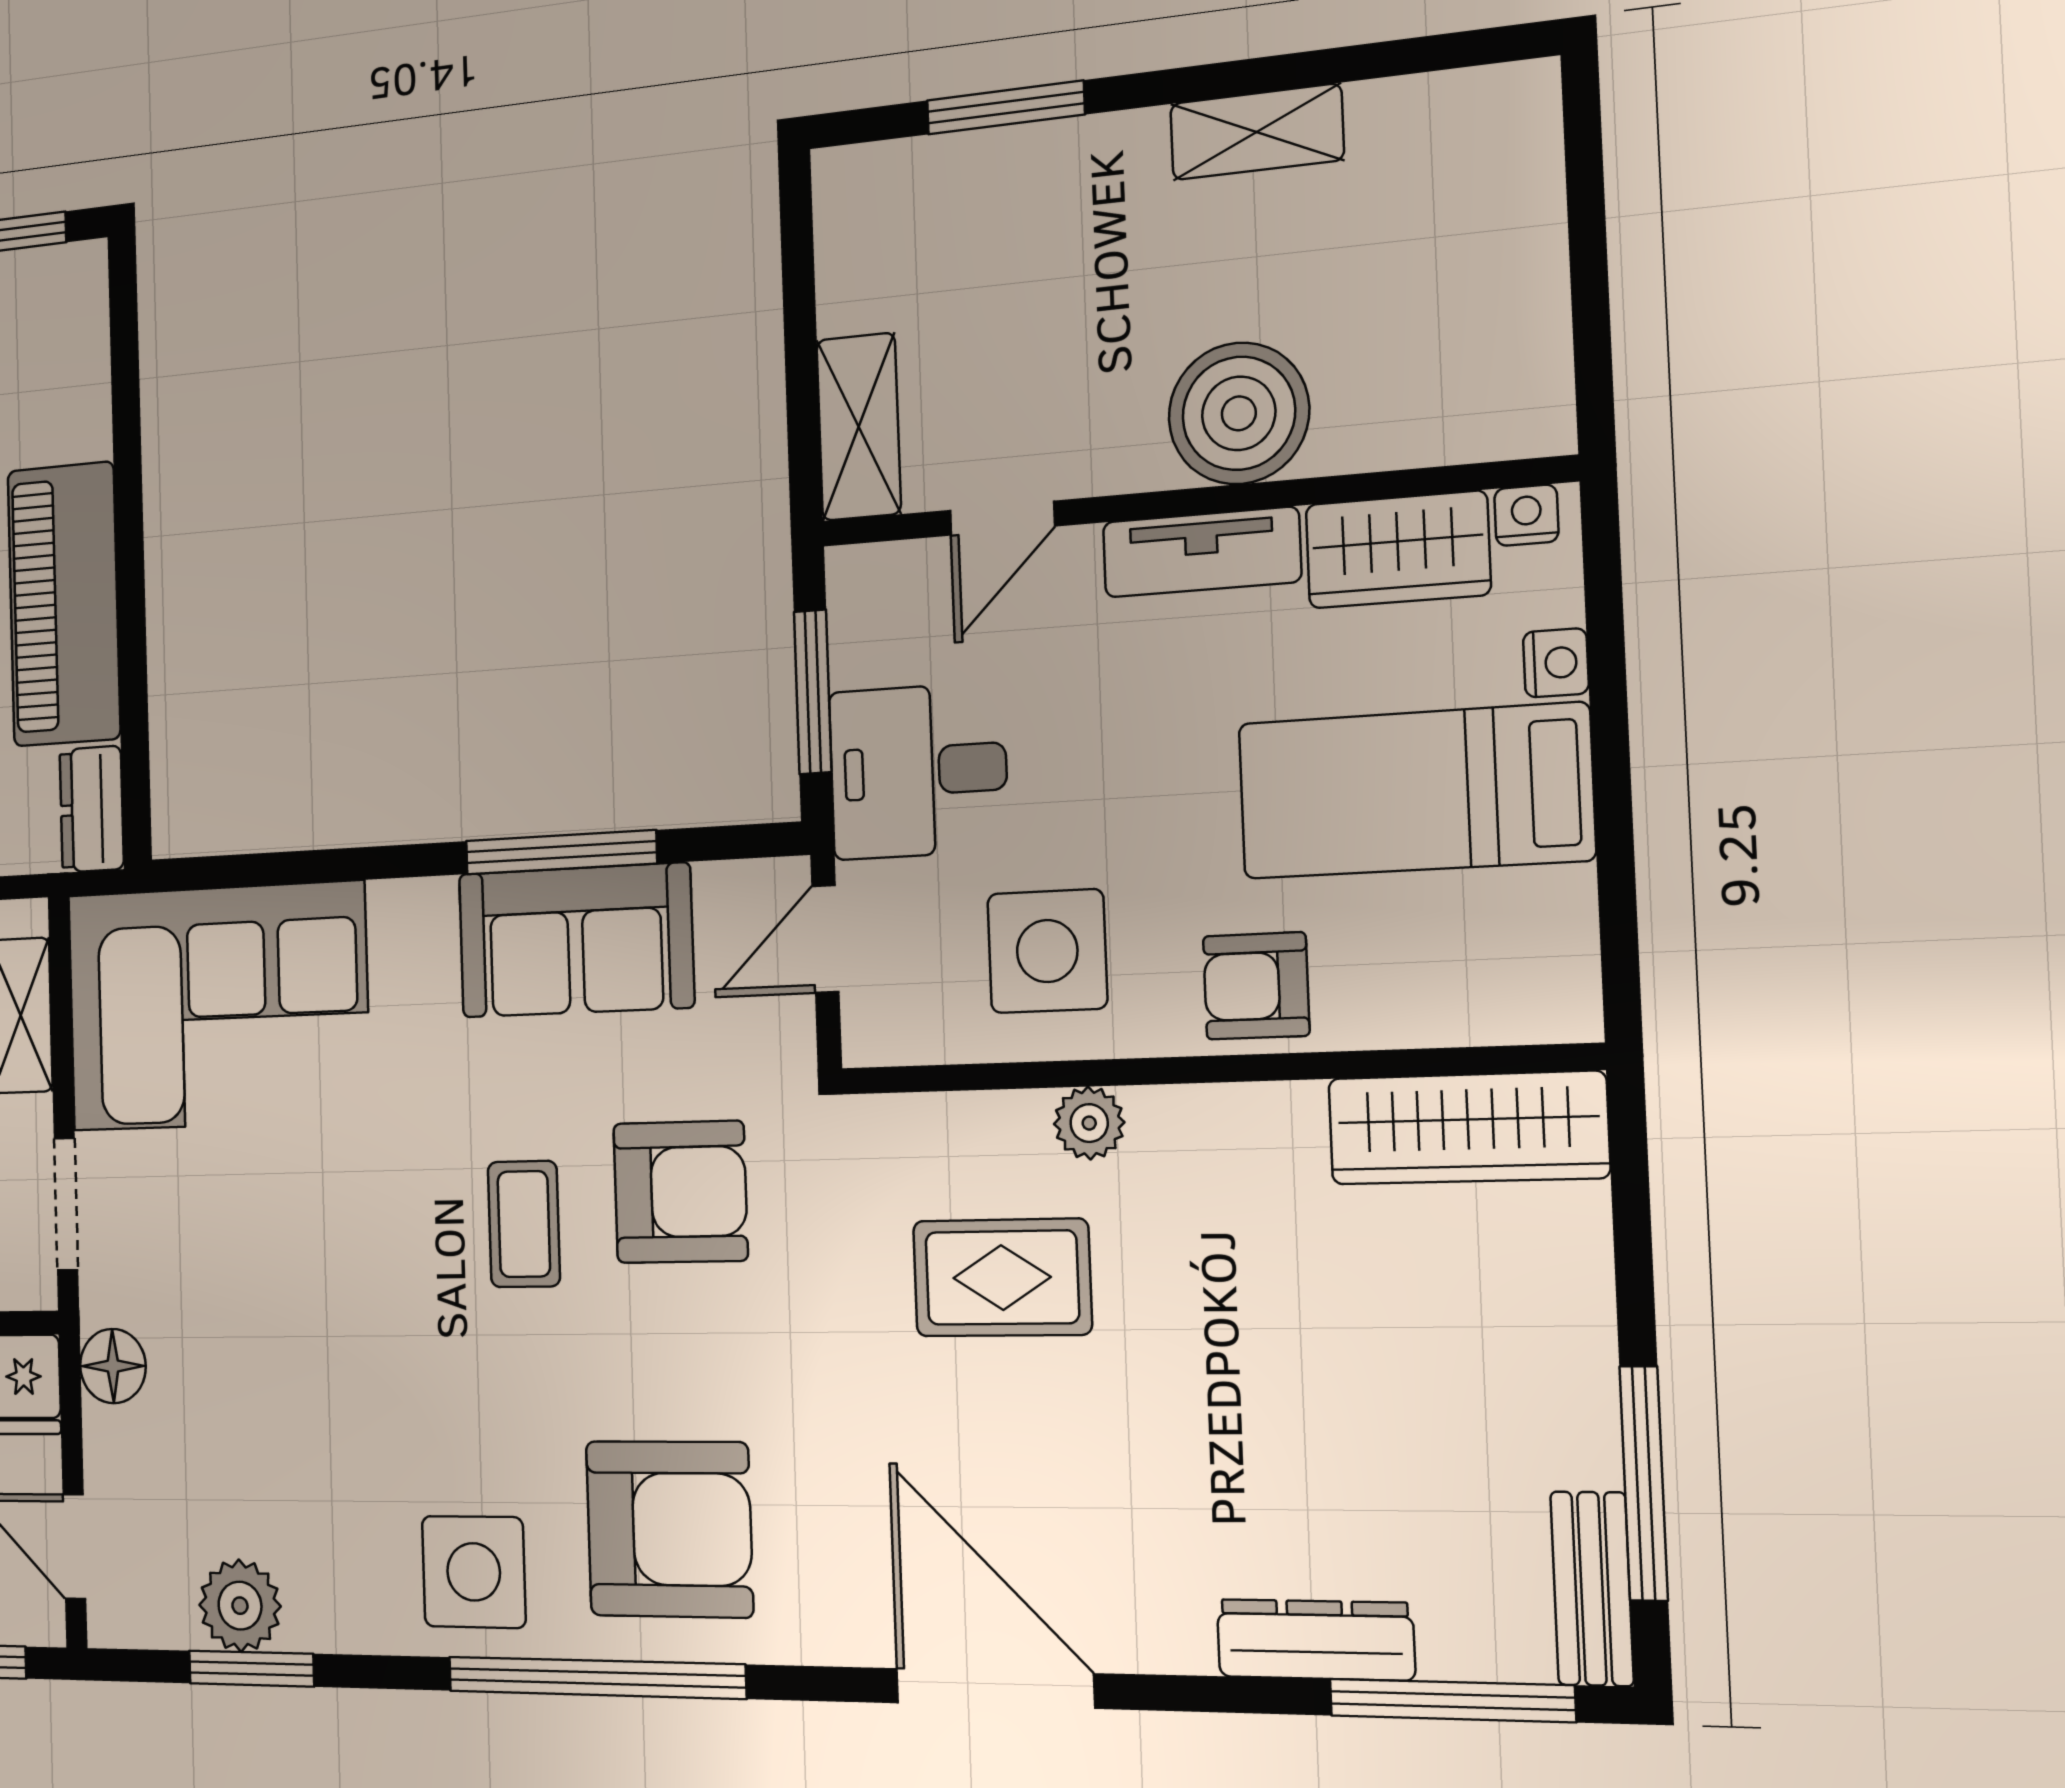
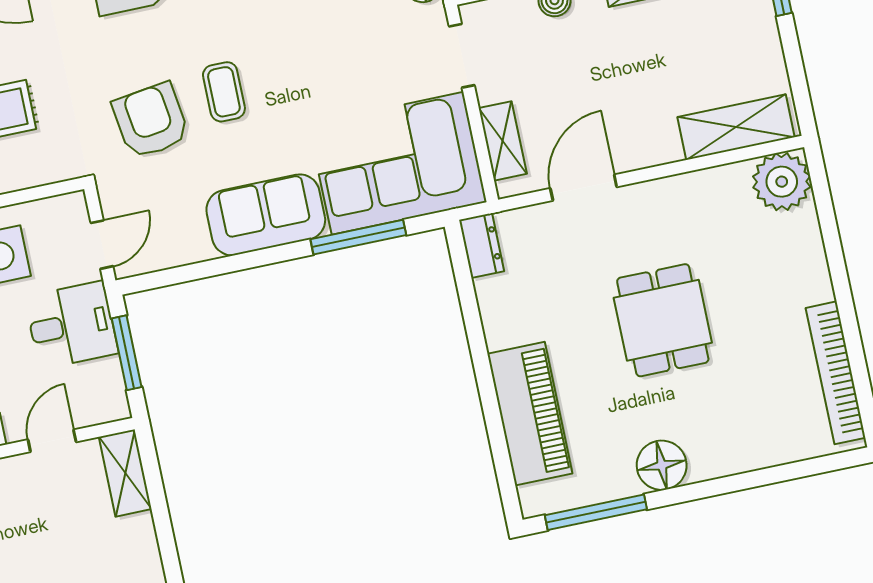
piano: (64, 604) -> (530, 414), moved
window: (561, 852) -> (358, 237), moved
sofa: (576, 940) -> (266, 215), moved
armchair: (680, 1192) -> (151, 121), turned 82

